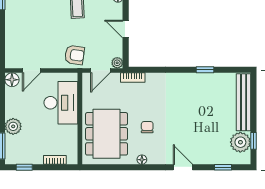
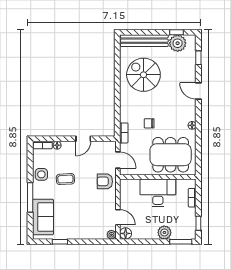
armchair: (75, 55) -> (105, 181), turned -98
plant: (117, 63) -> (111, 235), moved
window: (205, 70) -> (117, 73), removed
spiral stairs: (203, 101) -> (143, 75), added
desk: (61, 103) -> (158, 193), moved
chair: (147, 127) -> (149, 123), moved
door: (183, 167) -> (198, 91), hinge flipped

